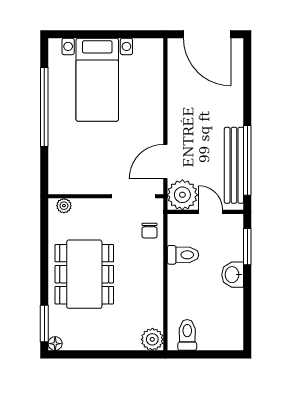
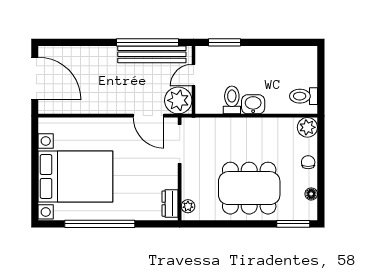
door: (207, 34) -> (35, 78), hinge flipped
bed with nightstands: (97, 80) -> (75, 176), width x1.36
dresser: (67, 186) -> (170, 204), added
chair: (150, 231) -> (308, 162), moved, turned -90
washbasin: (233, 275) -> (253, 104), moved, turned 180
floor lamp: (55, 344) -> (311, 194), moved

